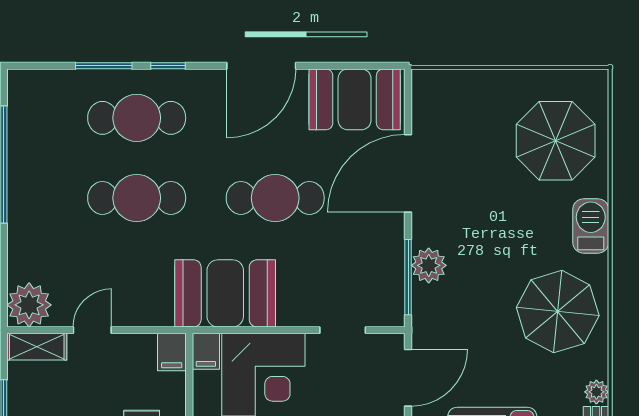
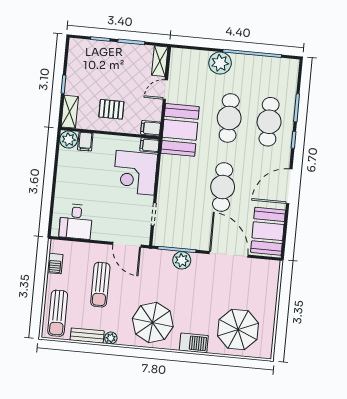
door: (261, 66) -> (289, 186), hinge flipped
booth: (225, 293) -> (180, 130), moved
plant: (29, 305) -> (220, 63), moved
door: (92, 330) -> (165, 90), swing flipped

